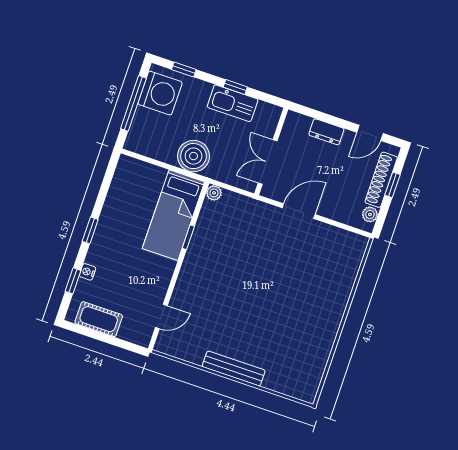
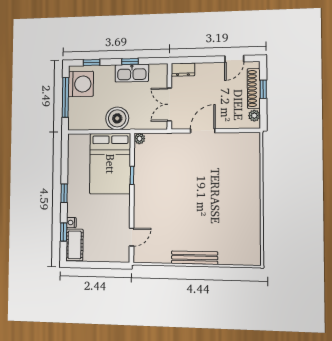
dresser: (326, 132) -> (183, 70), moved
bed: (173, 215) -> (110, 164), width x1.50
cot: (99, 319) -> (75, 245), moved, turned 90

